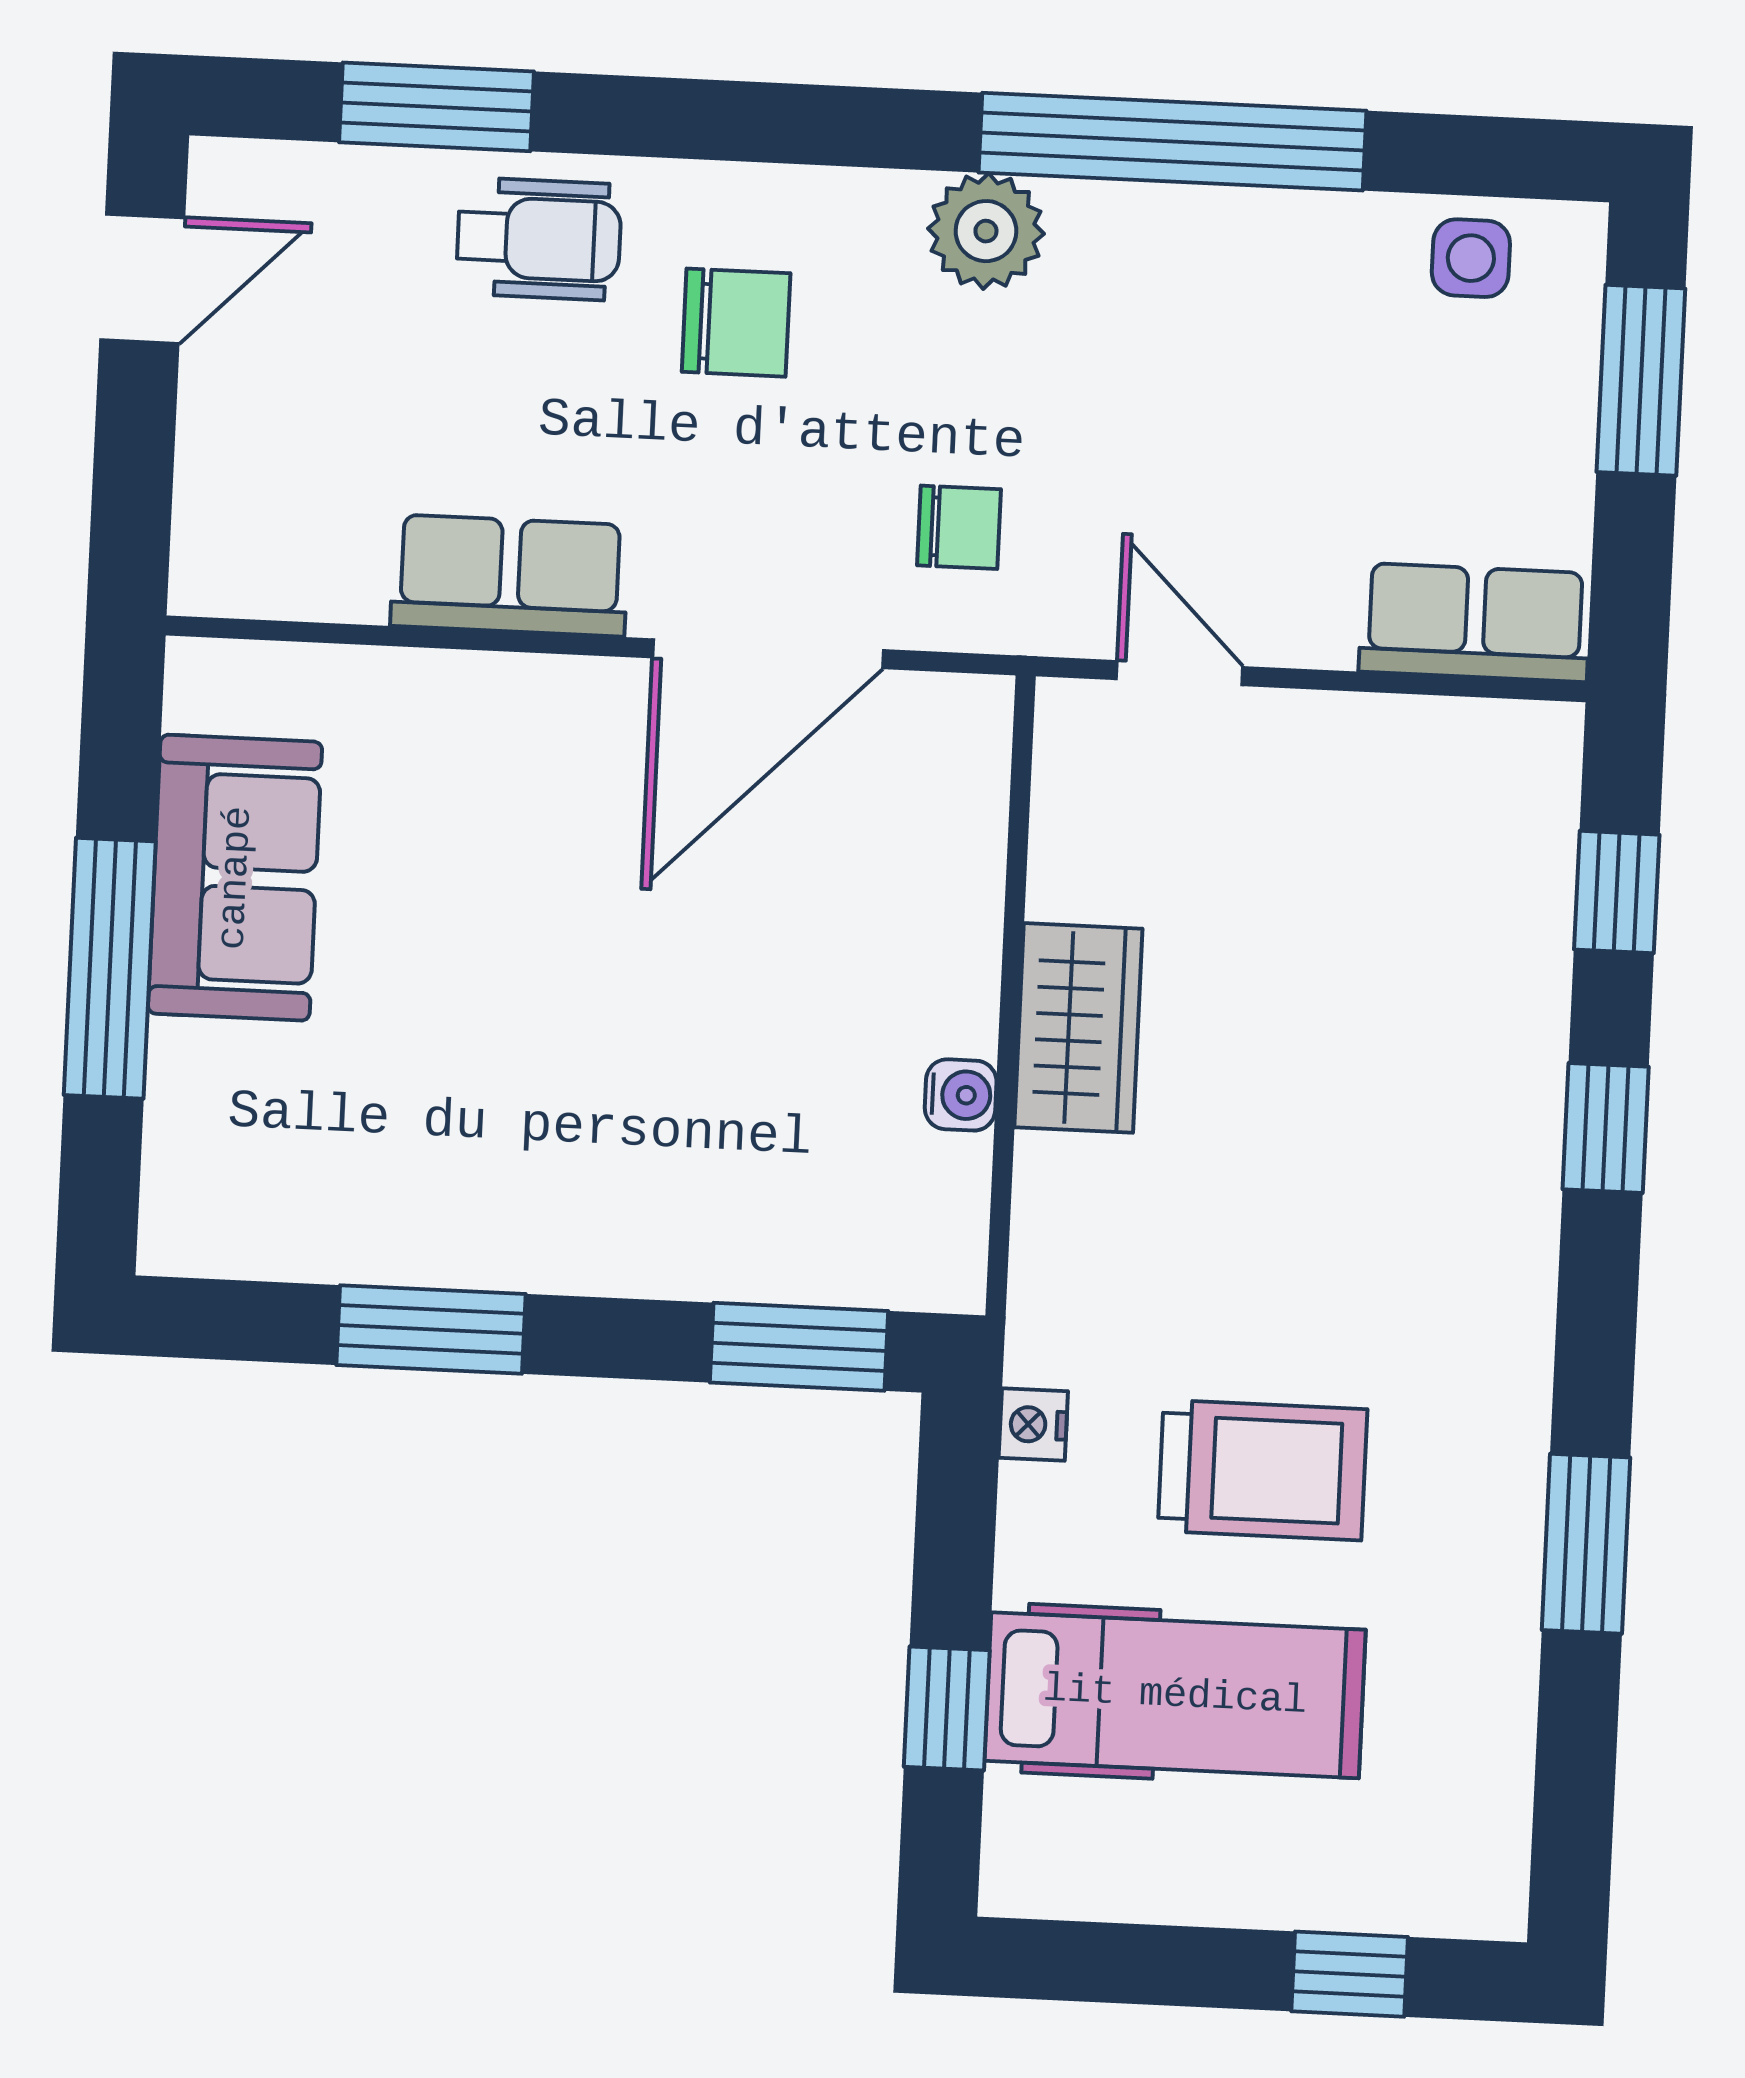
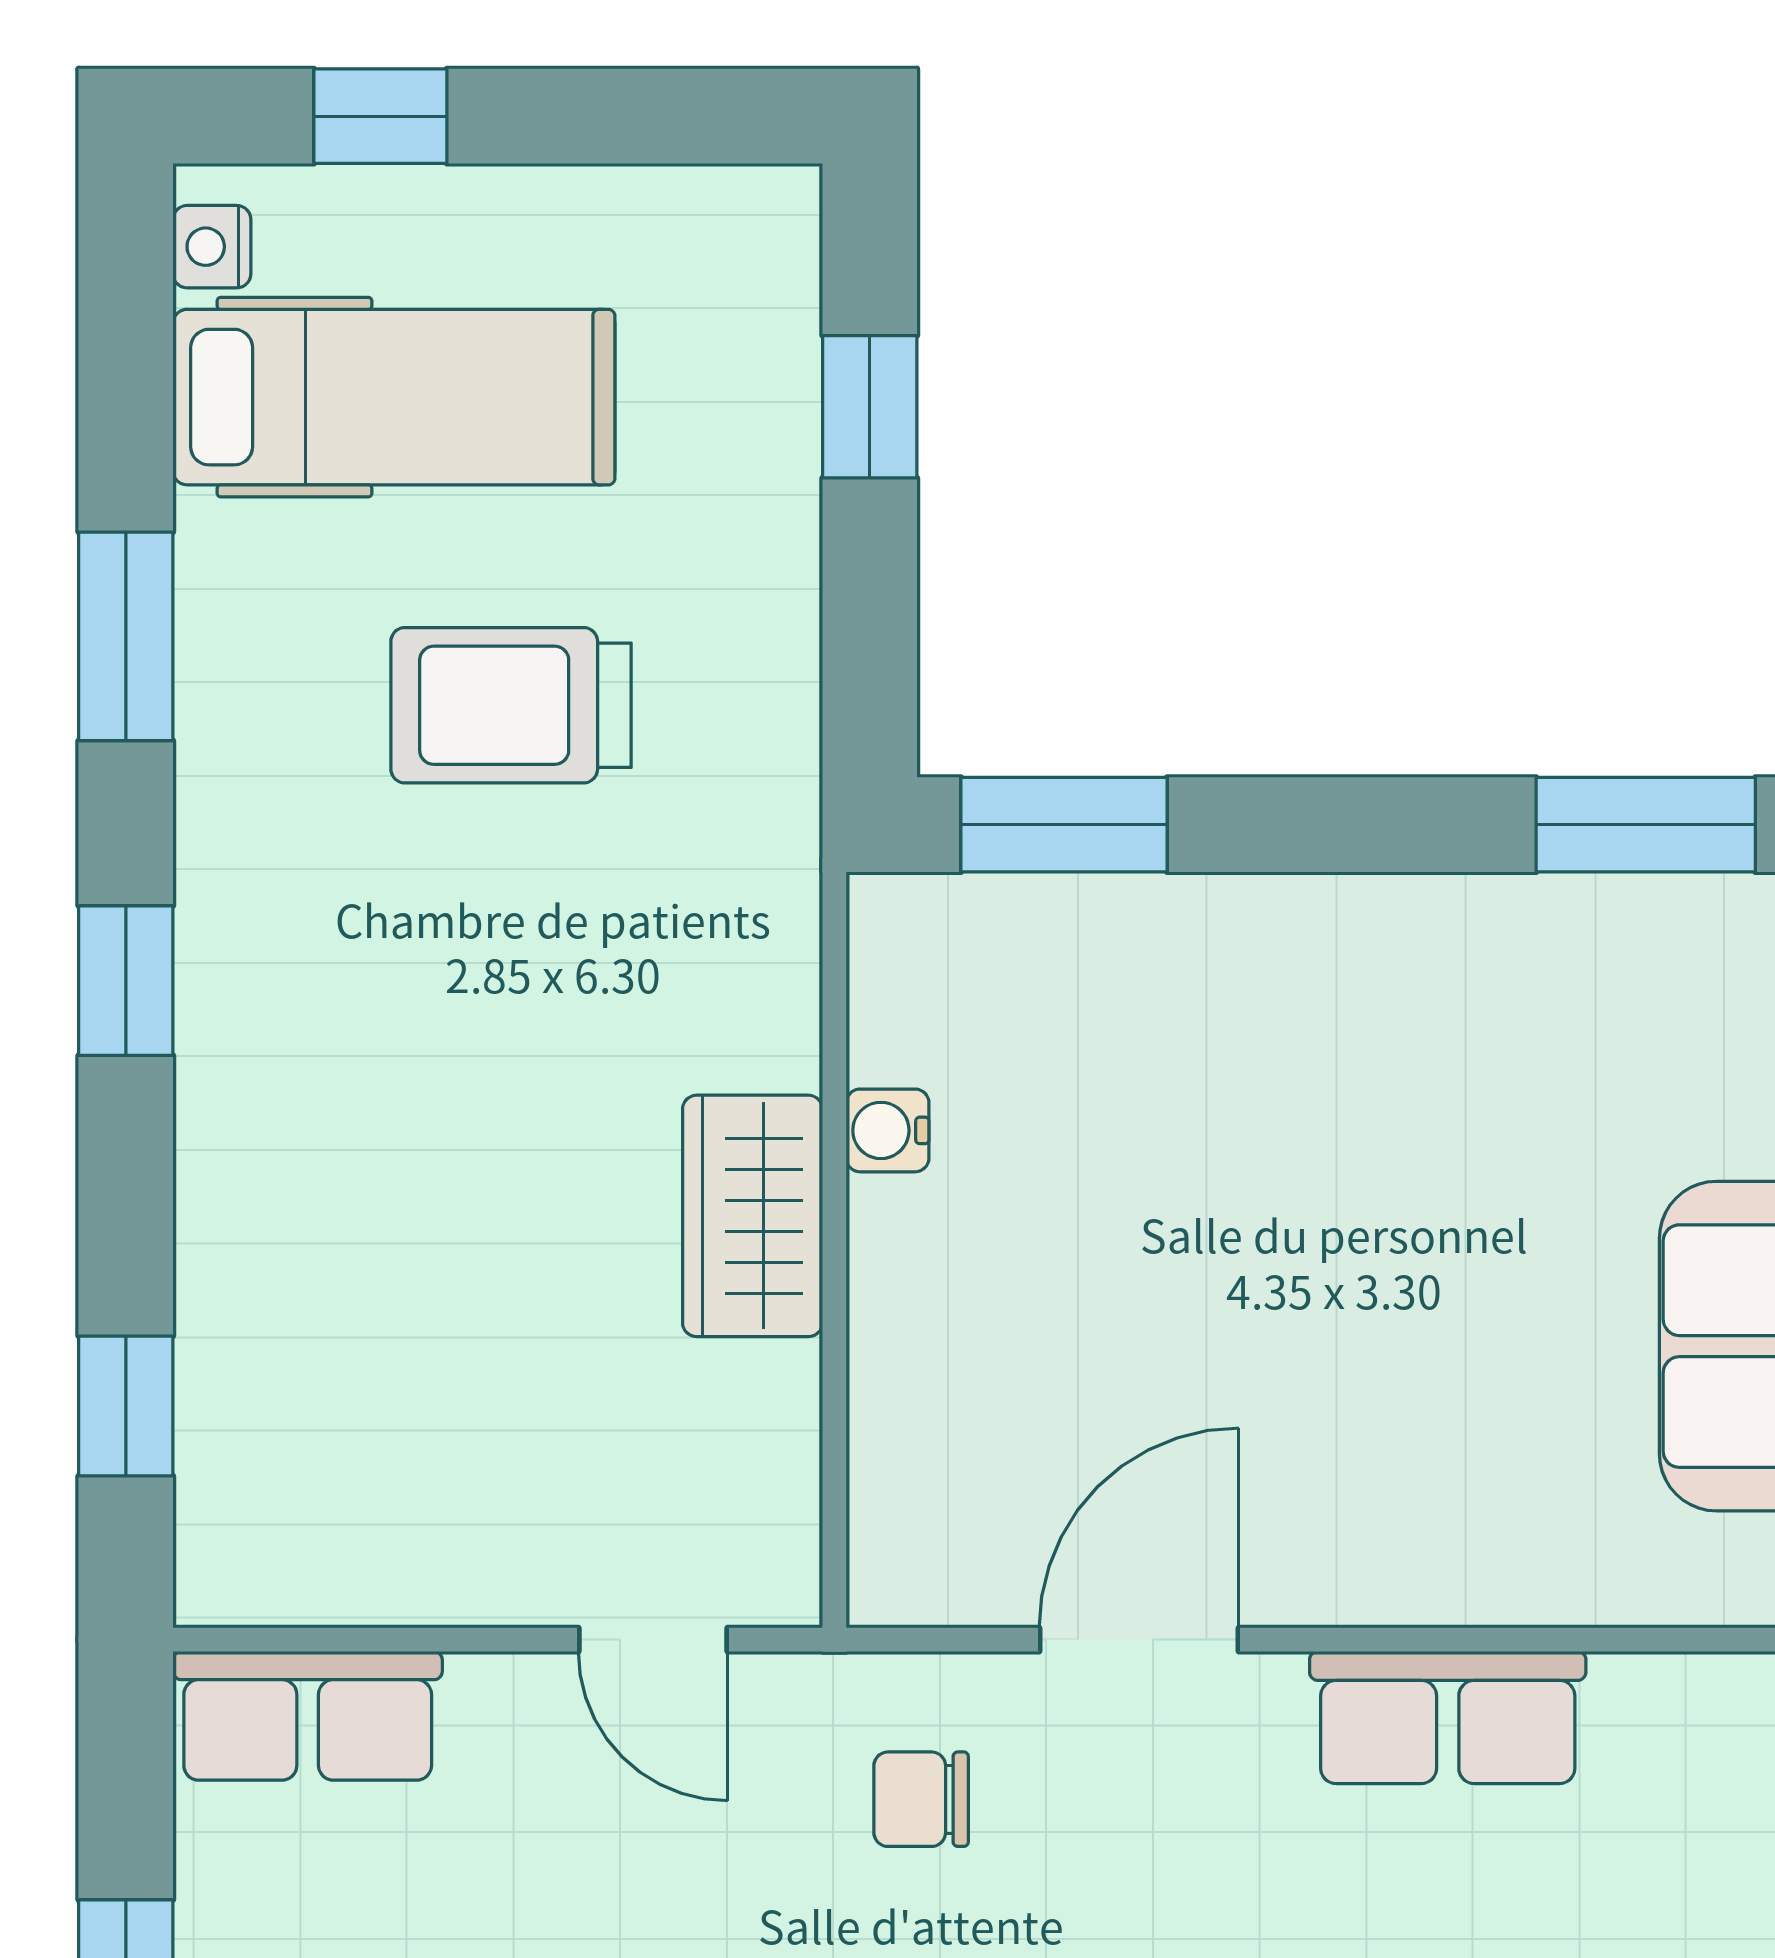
door: (768, 654) -> (1139, 1640), width x0.73
window: (1606, 1128) -> (126, 981), moved
window: (431, 1329) -> (1646, 825), moved
nightstand: (1033, 1424) -> (212, 247), moved, turned 180
hospital bed: (1175, 1695) -> (394, 397), moved, turned 180

